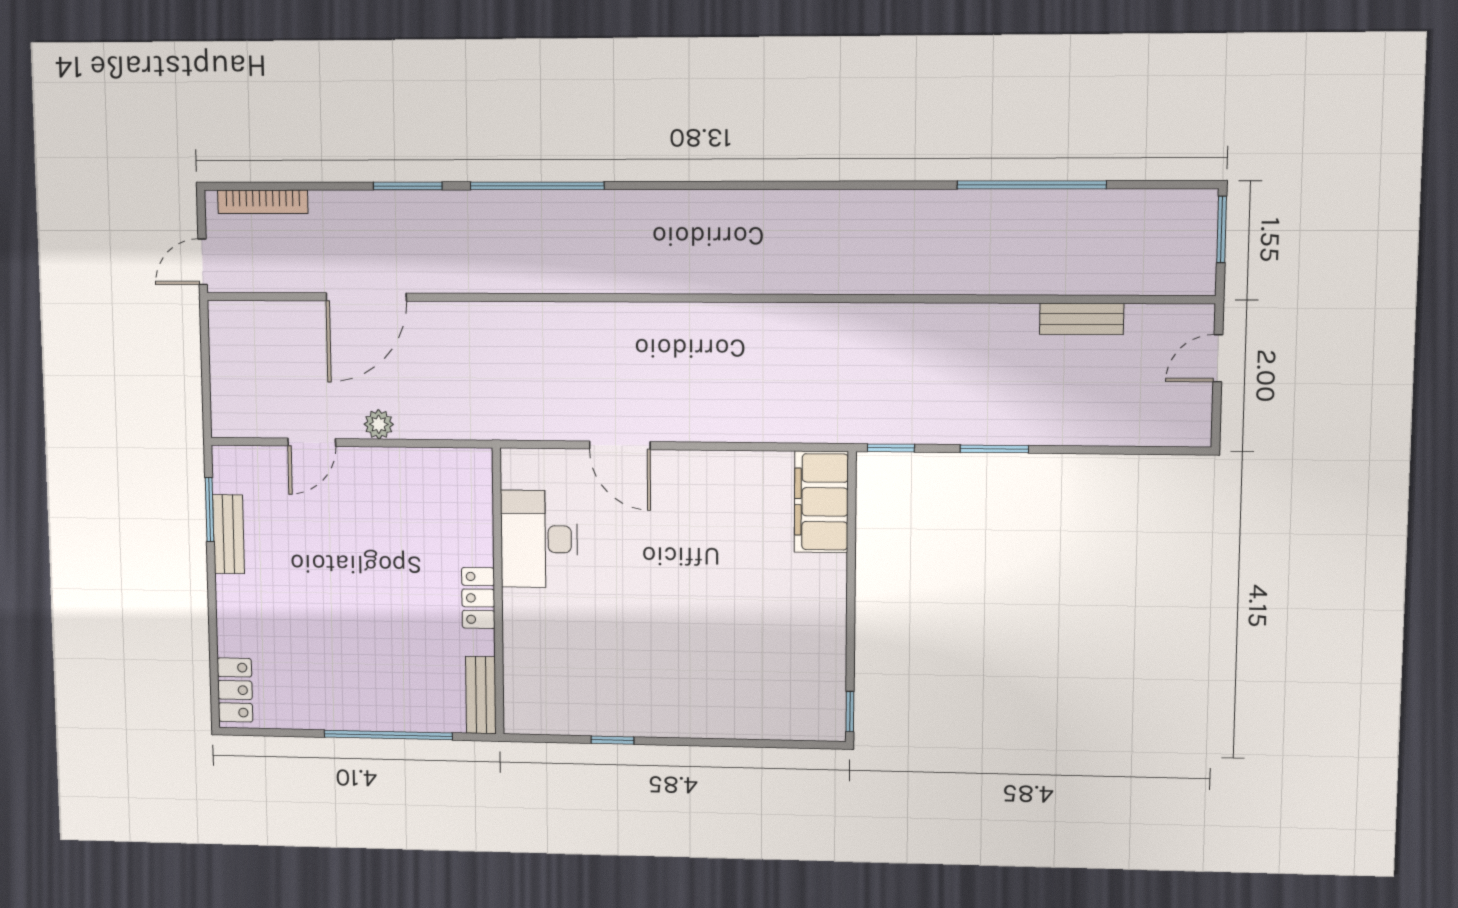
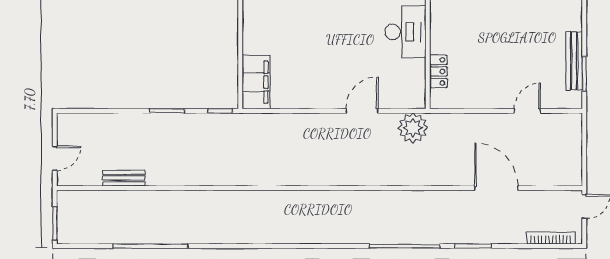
door: (366, 297) -> (496, 188), hinge flipped
plant: (379, 424) -> (413, 128), moved, width x1.87, depth x1.87
door: (620, 445) -> (362, 111), hinge flipped
bench: (229, 534) -> (574, 61), width x1.36
desk: (539, 539) -> (405, 32), moved
locker: (478, 598) -> (438, 71), moved

